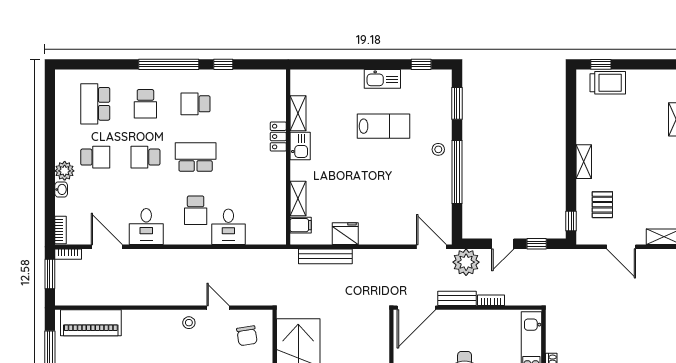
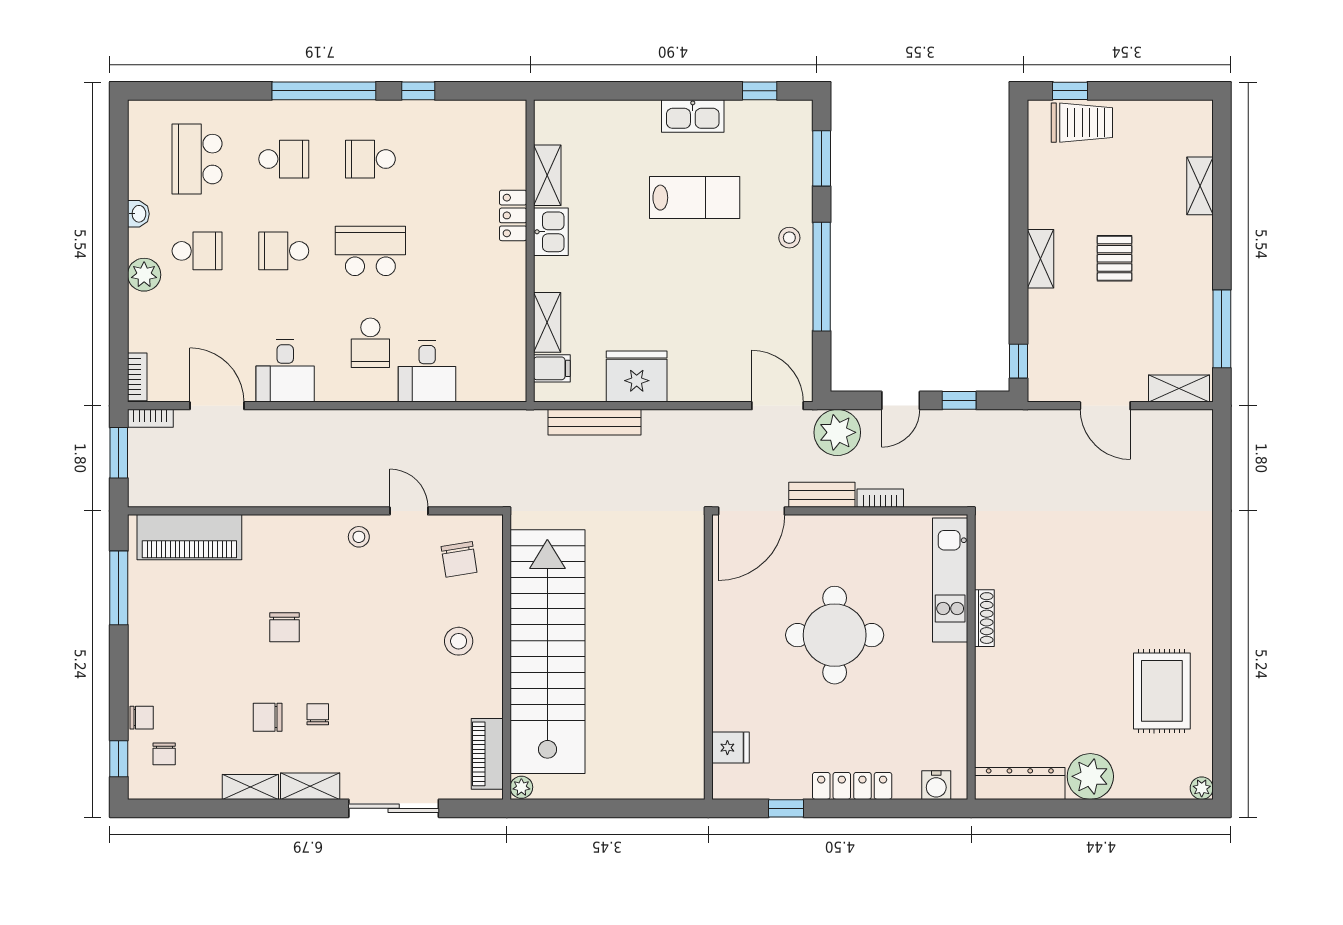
school desk: (145, 104) -> (284, 159), turned -90
washbasin: (61, 189) -> (138, 214), moved
pallet: (602, 205) -> (1115, 258), moved
fridge: (345, 234) -> (637, 377), width x1.36, depth x1.34

